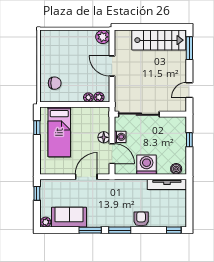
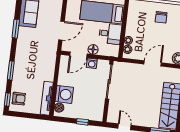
chair: (55, 83) -> (161, 17), moved
desk: (83, 120) -> (110, 34), added
washing machine: (147, 165) -> (64, 94), moved
door: (86, 177) -> (61, 31), hinge flipped
armchair: (141, 219) -> (19, 99), moved
window: (120, 230) -> (11, 70), moved

